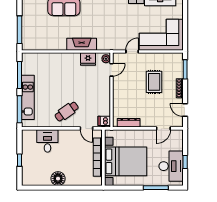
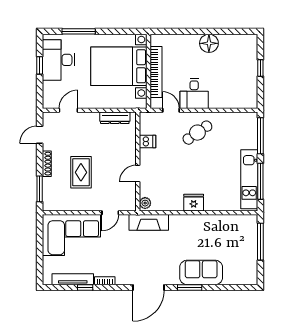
fireplace: (82, 44) -> (149, 222), moved
fridge: (88, 59) -> (194, 203), moved
door: (111, 70) -> (138, 174), moved
kitchen unit: (28, 97) -> (249, 179), moved
door: (185, 110) -> (40, 135), swing flipped
dishwasher: (104, 121) -> (147, 142), moved
desk: (47, 141) -> (194, 93), moved

